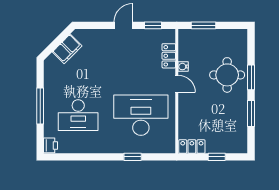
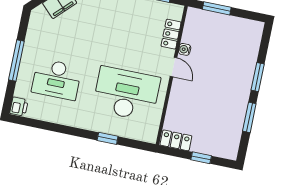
round table: (227, 75) -> (232, 69), removed

